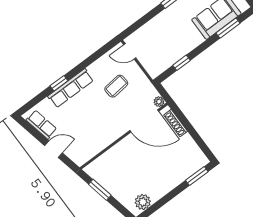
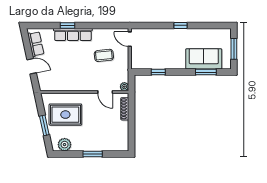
door: (144, 121) -> (105, 92), width x0.53
rug: (122, 172) -> (65, 115), added
window: (197, 176) -> (93, 154), moved
window: (100, 190) -> (44, 125), moved

